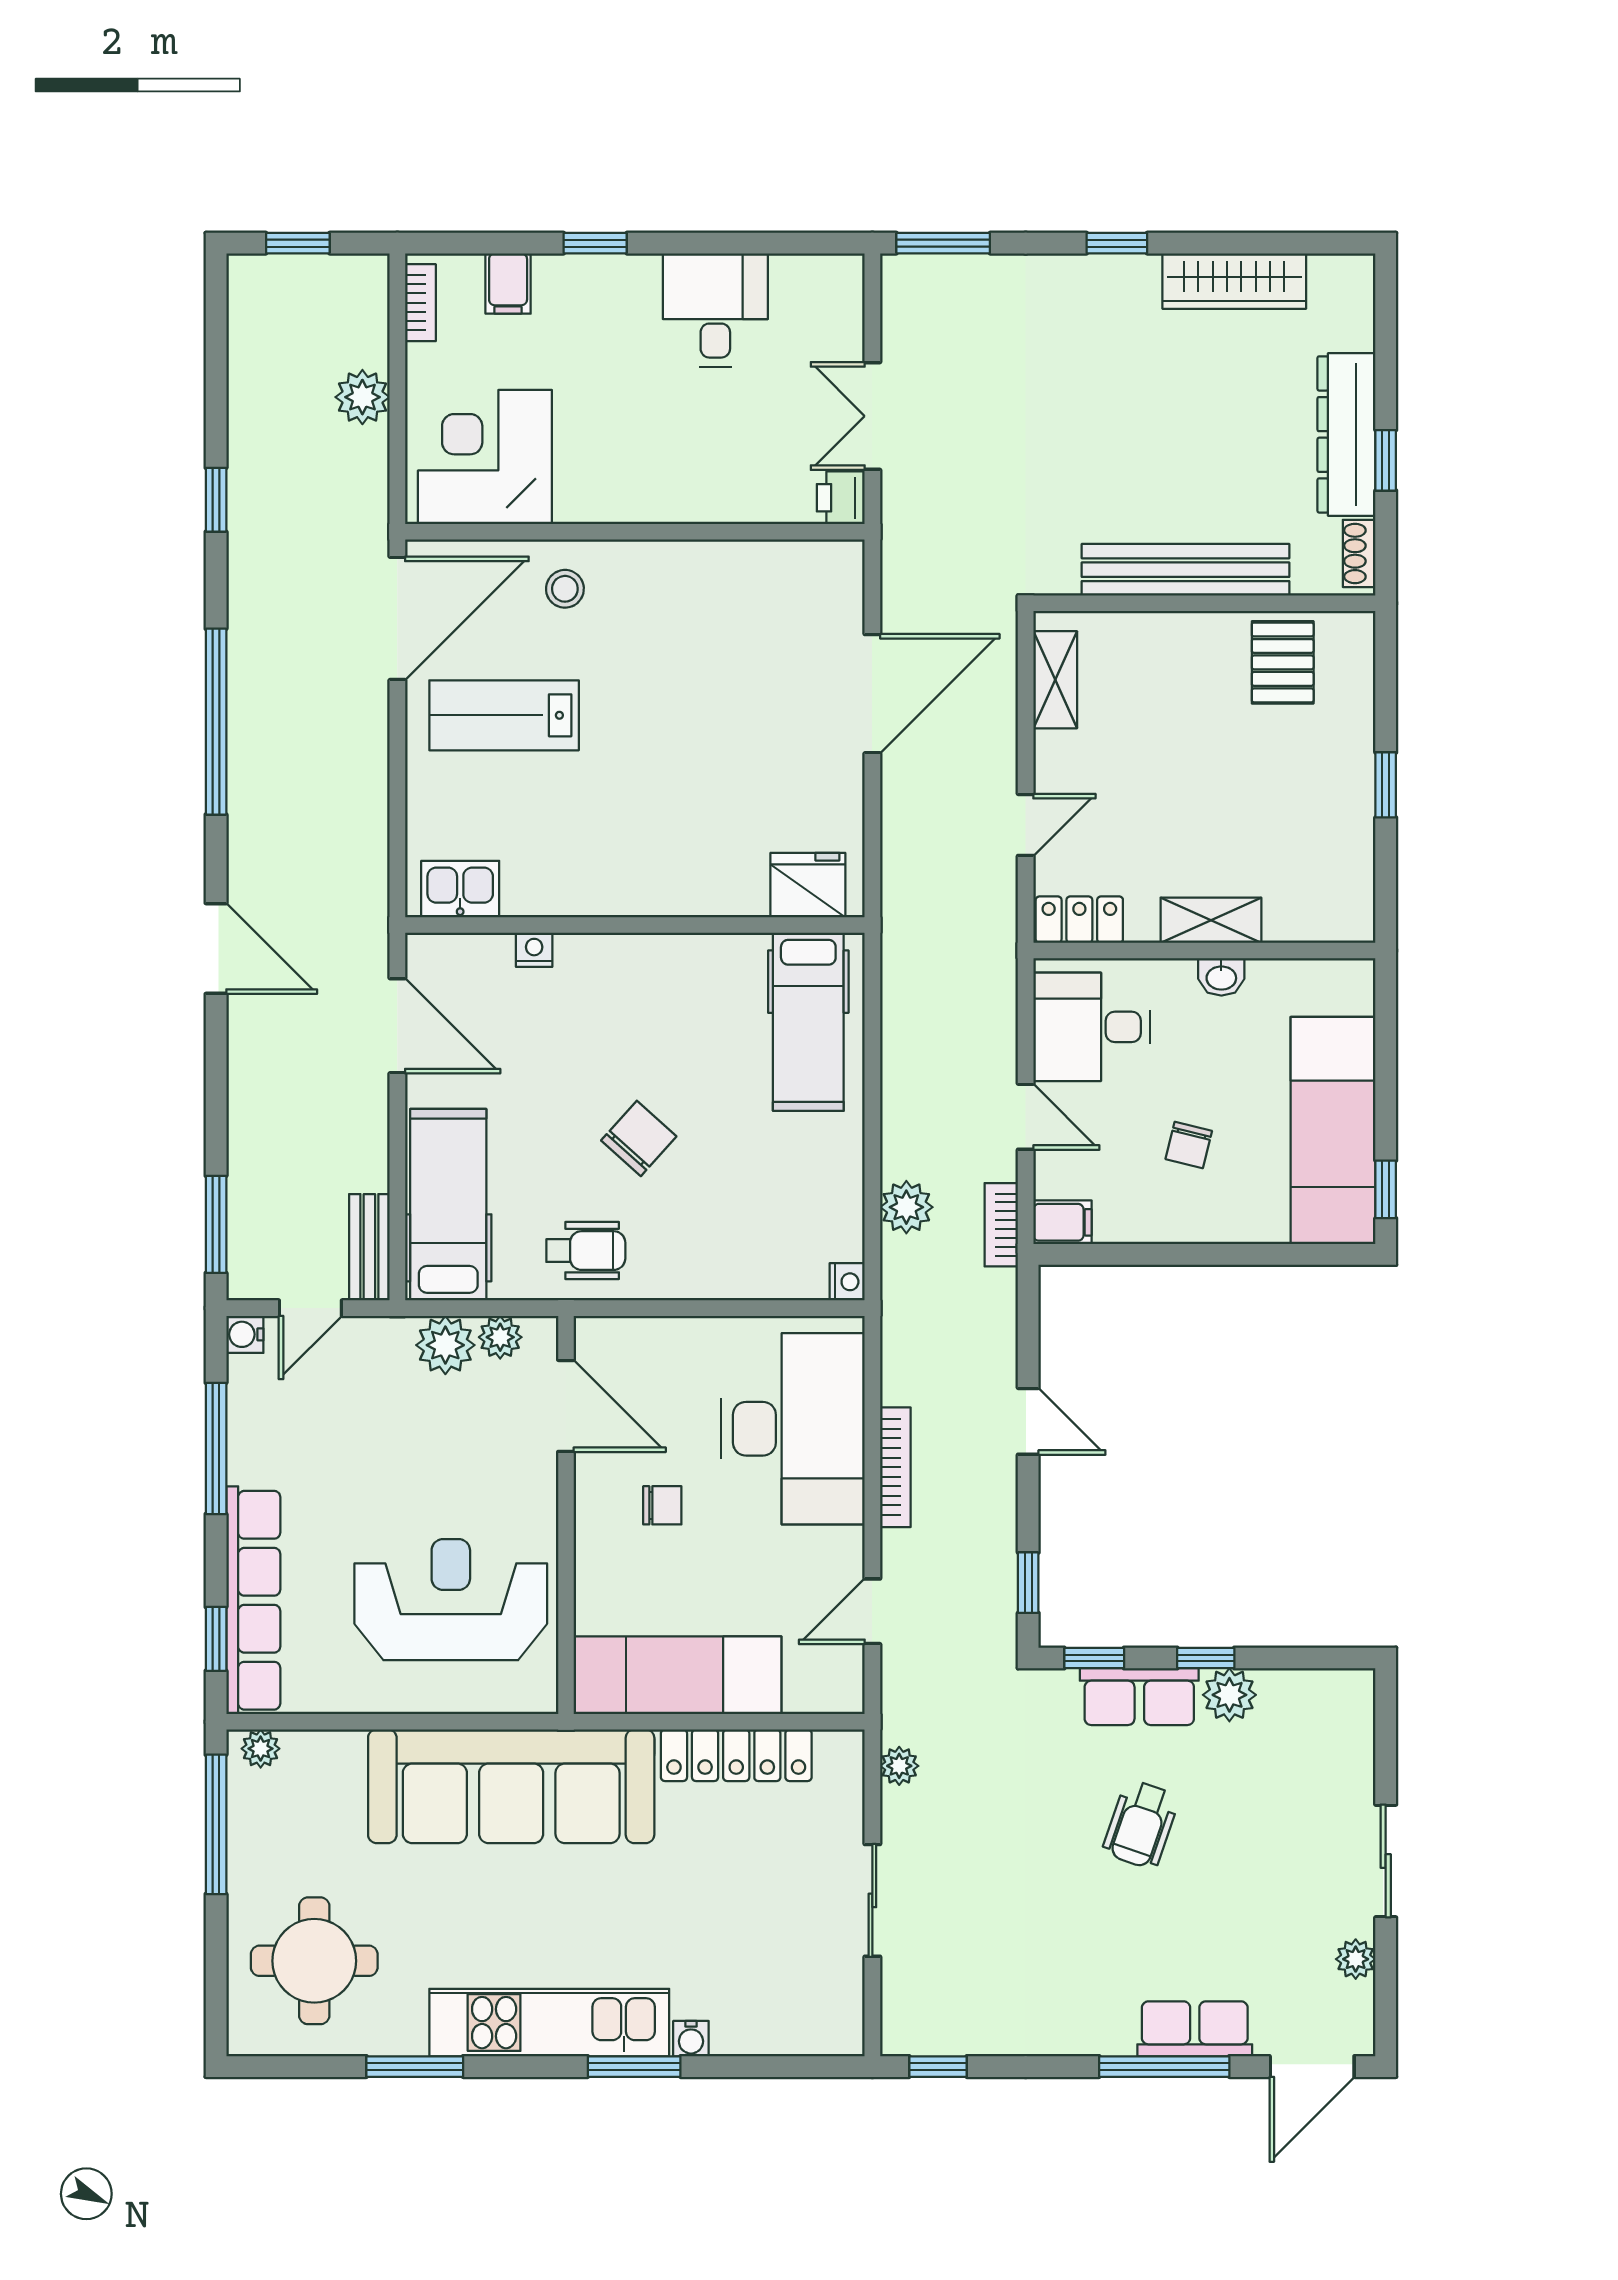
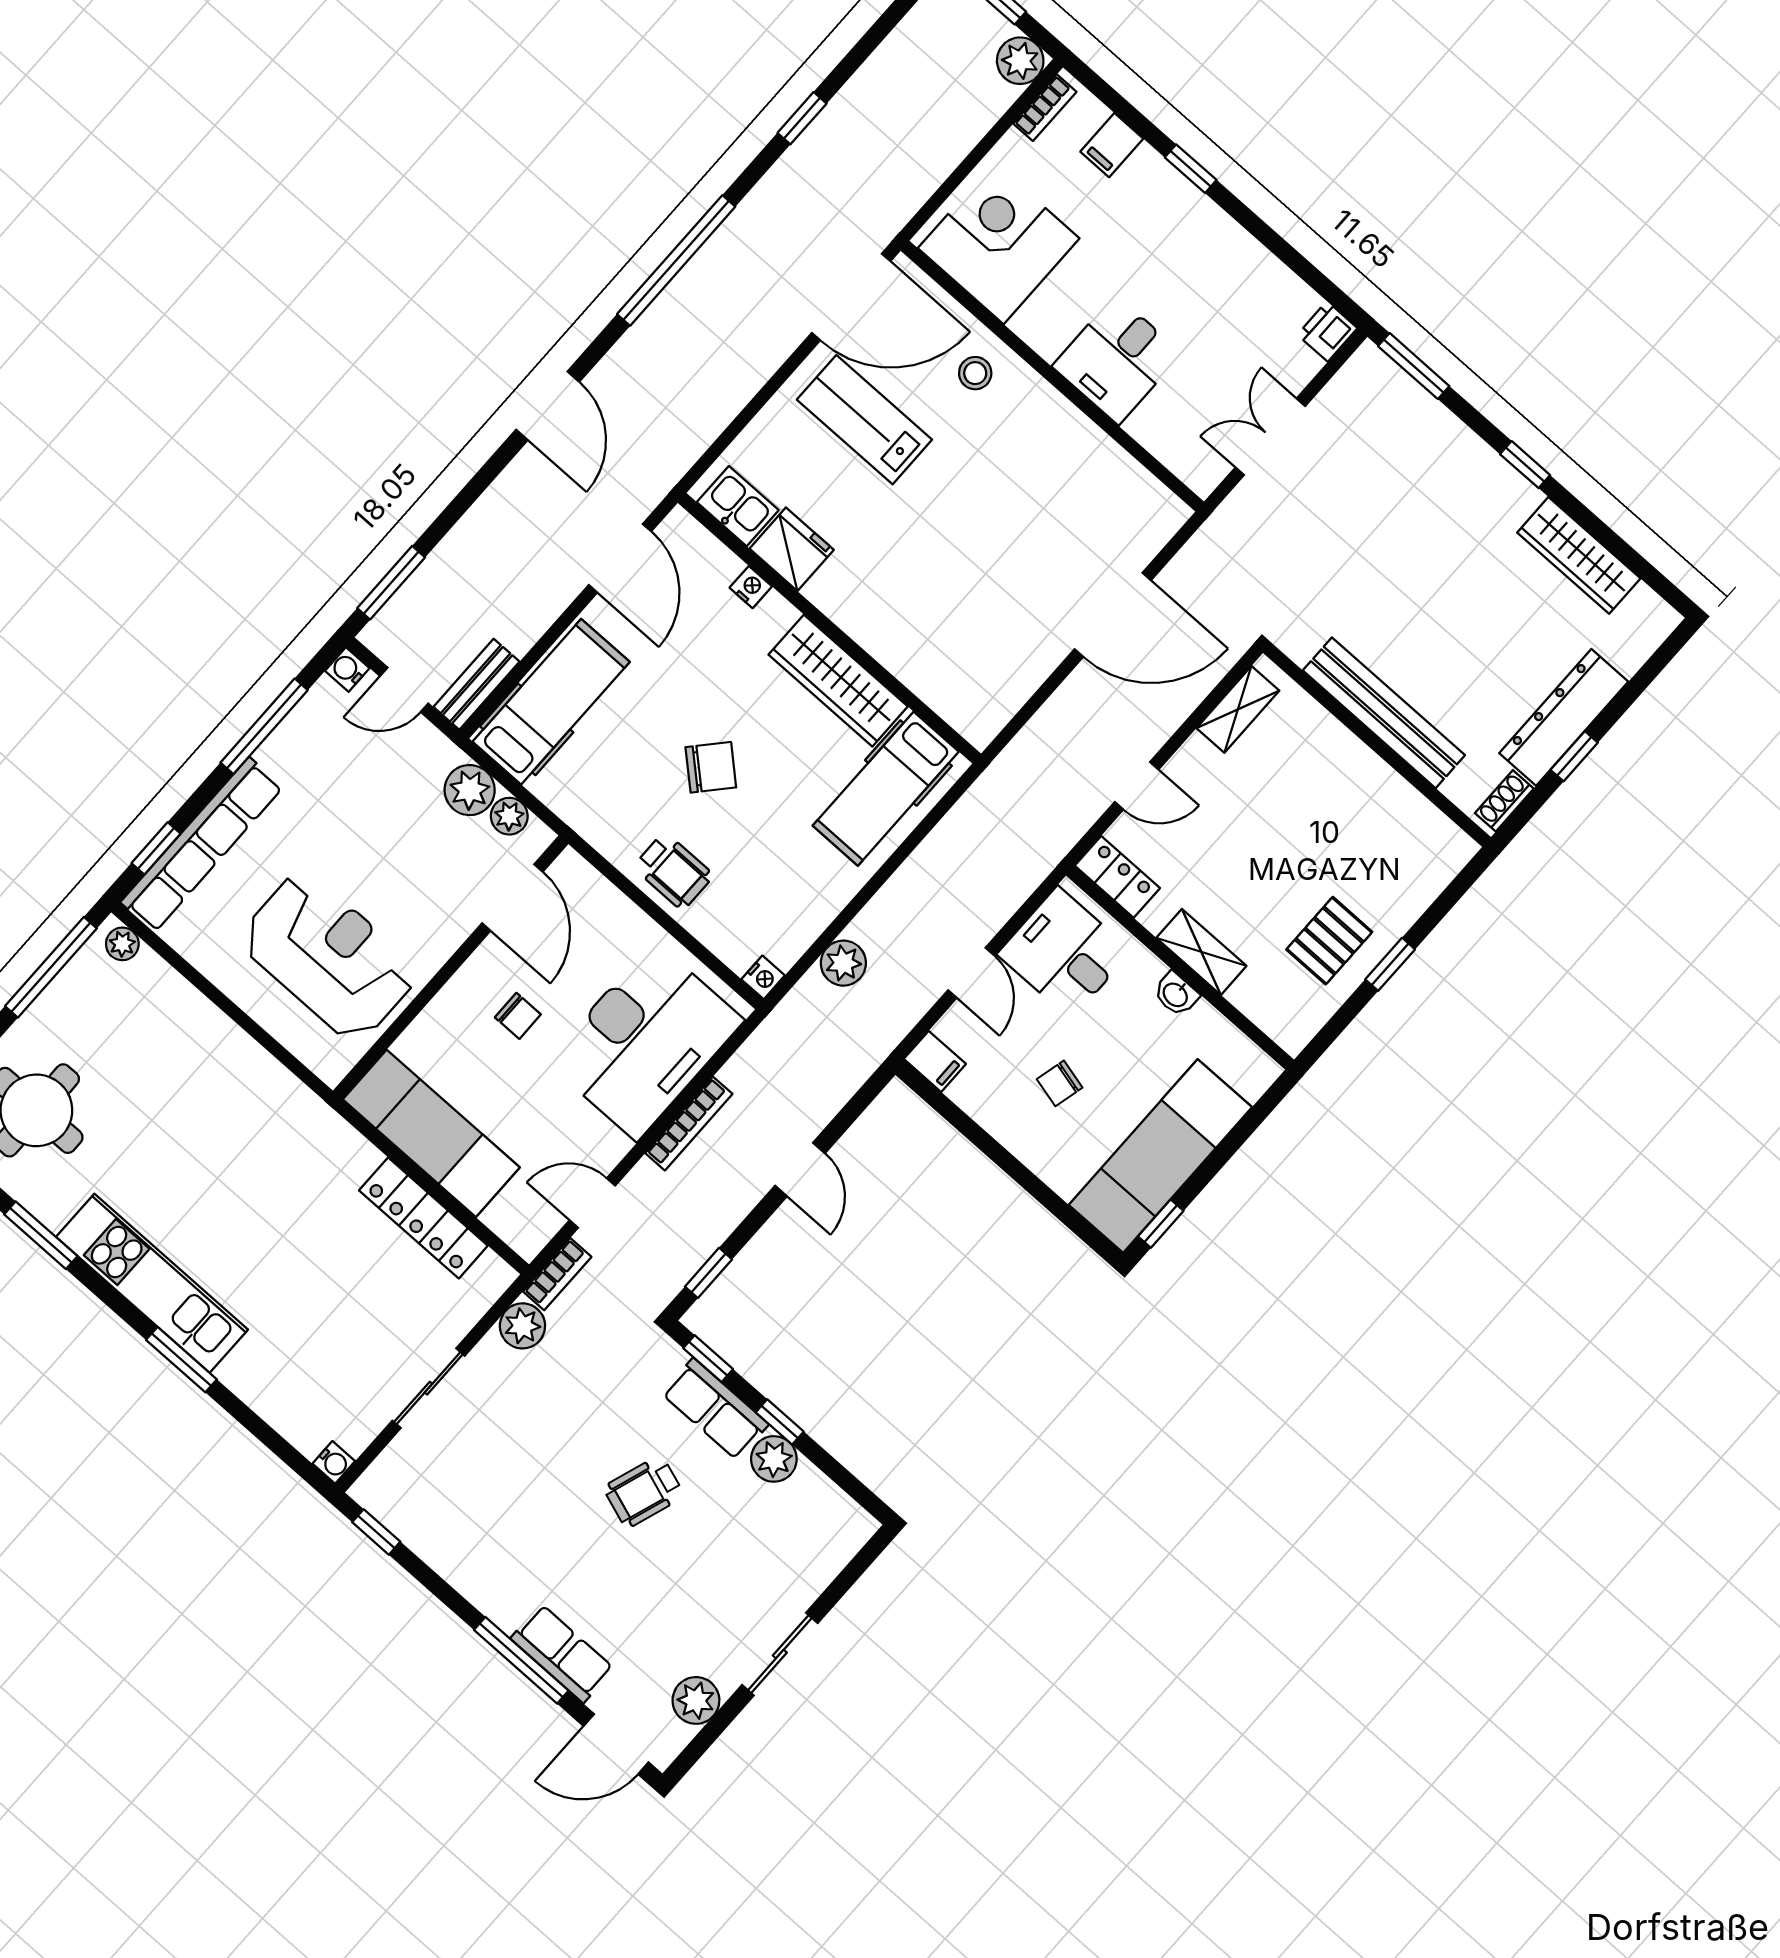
desk: (715, 310) -> (1117, 360), moved, turned 180
plant: (362, 397) -> (1020, 61), moved
printer: (841, 498) -> (1327, 331), moved
pallet: (1283, 662) -> (1329, 941), moved
fridge: (808, 885) -> (792, 549), moved
wardrobe: (683, 964) -> (838, 681), added
bookcase: (1001, 1225) -> (557, 1274), moved, turned 180
wheelchair: (586, 1251) -> (673, 871), moved
plant: (899, 1766) -> (522, 1326), width x1.38, depth x1.38
sofa: (511, 1786) -> (262, 1110), removed
plant: (1356, 1959) -> (696, 1700), width x1.38, depth x1.38
water cooler: (691, 2039) -> (334, 1462), moved, turned -90

